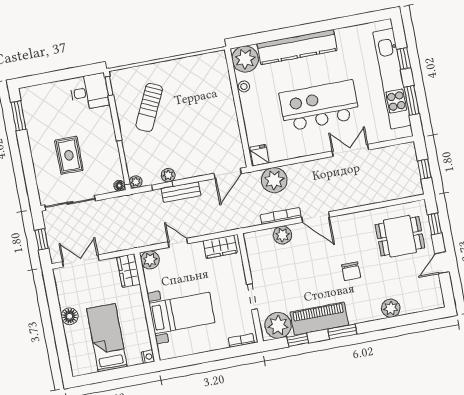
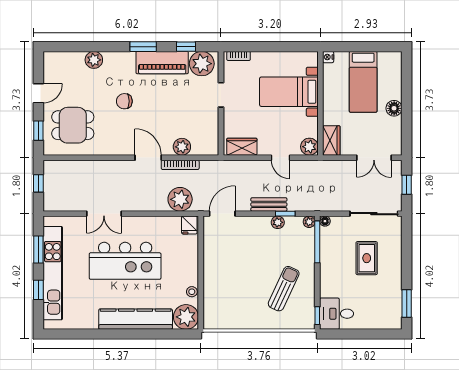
chair: (351, 271) -> (124, 101), turned -90

